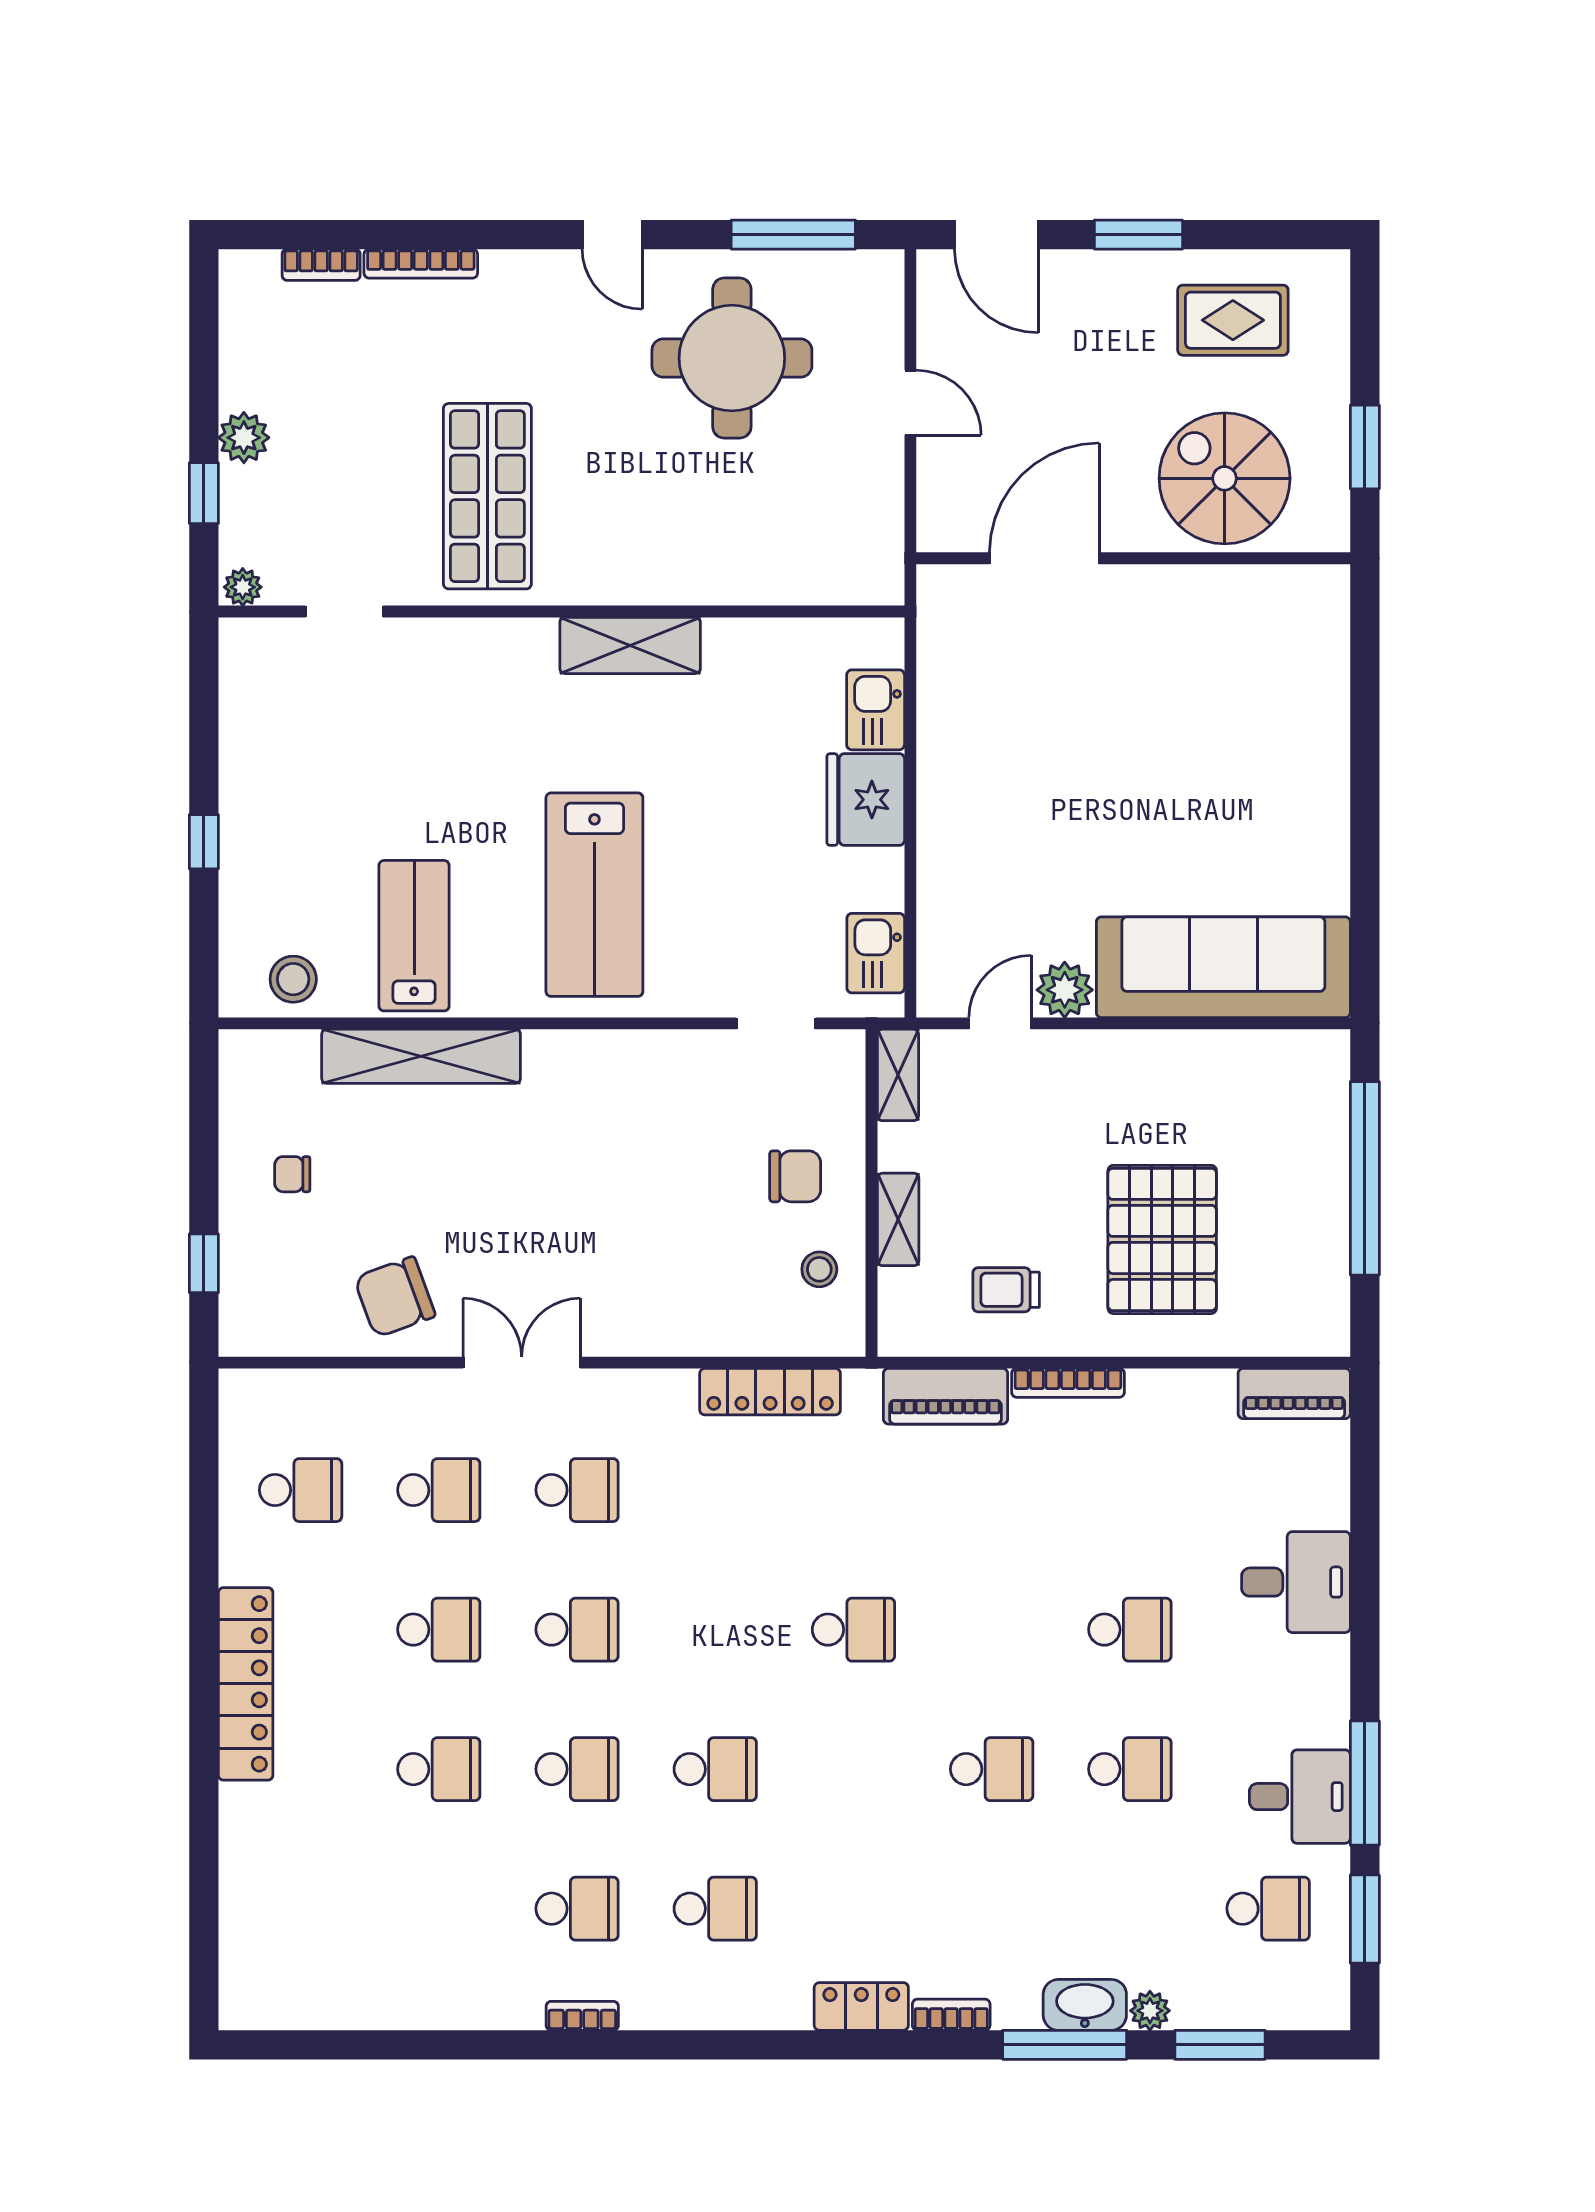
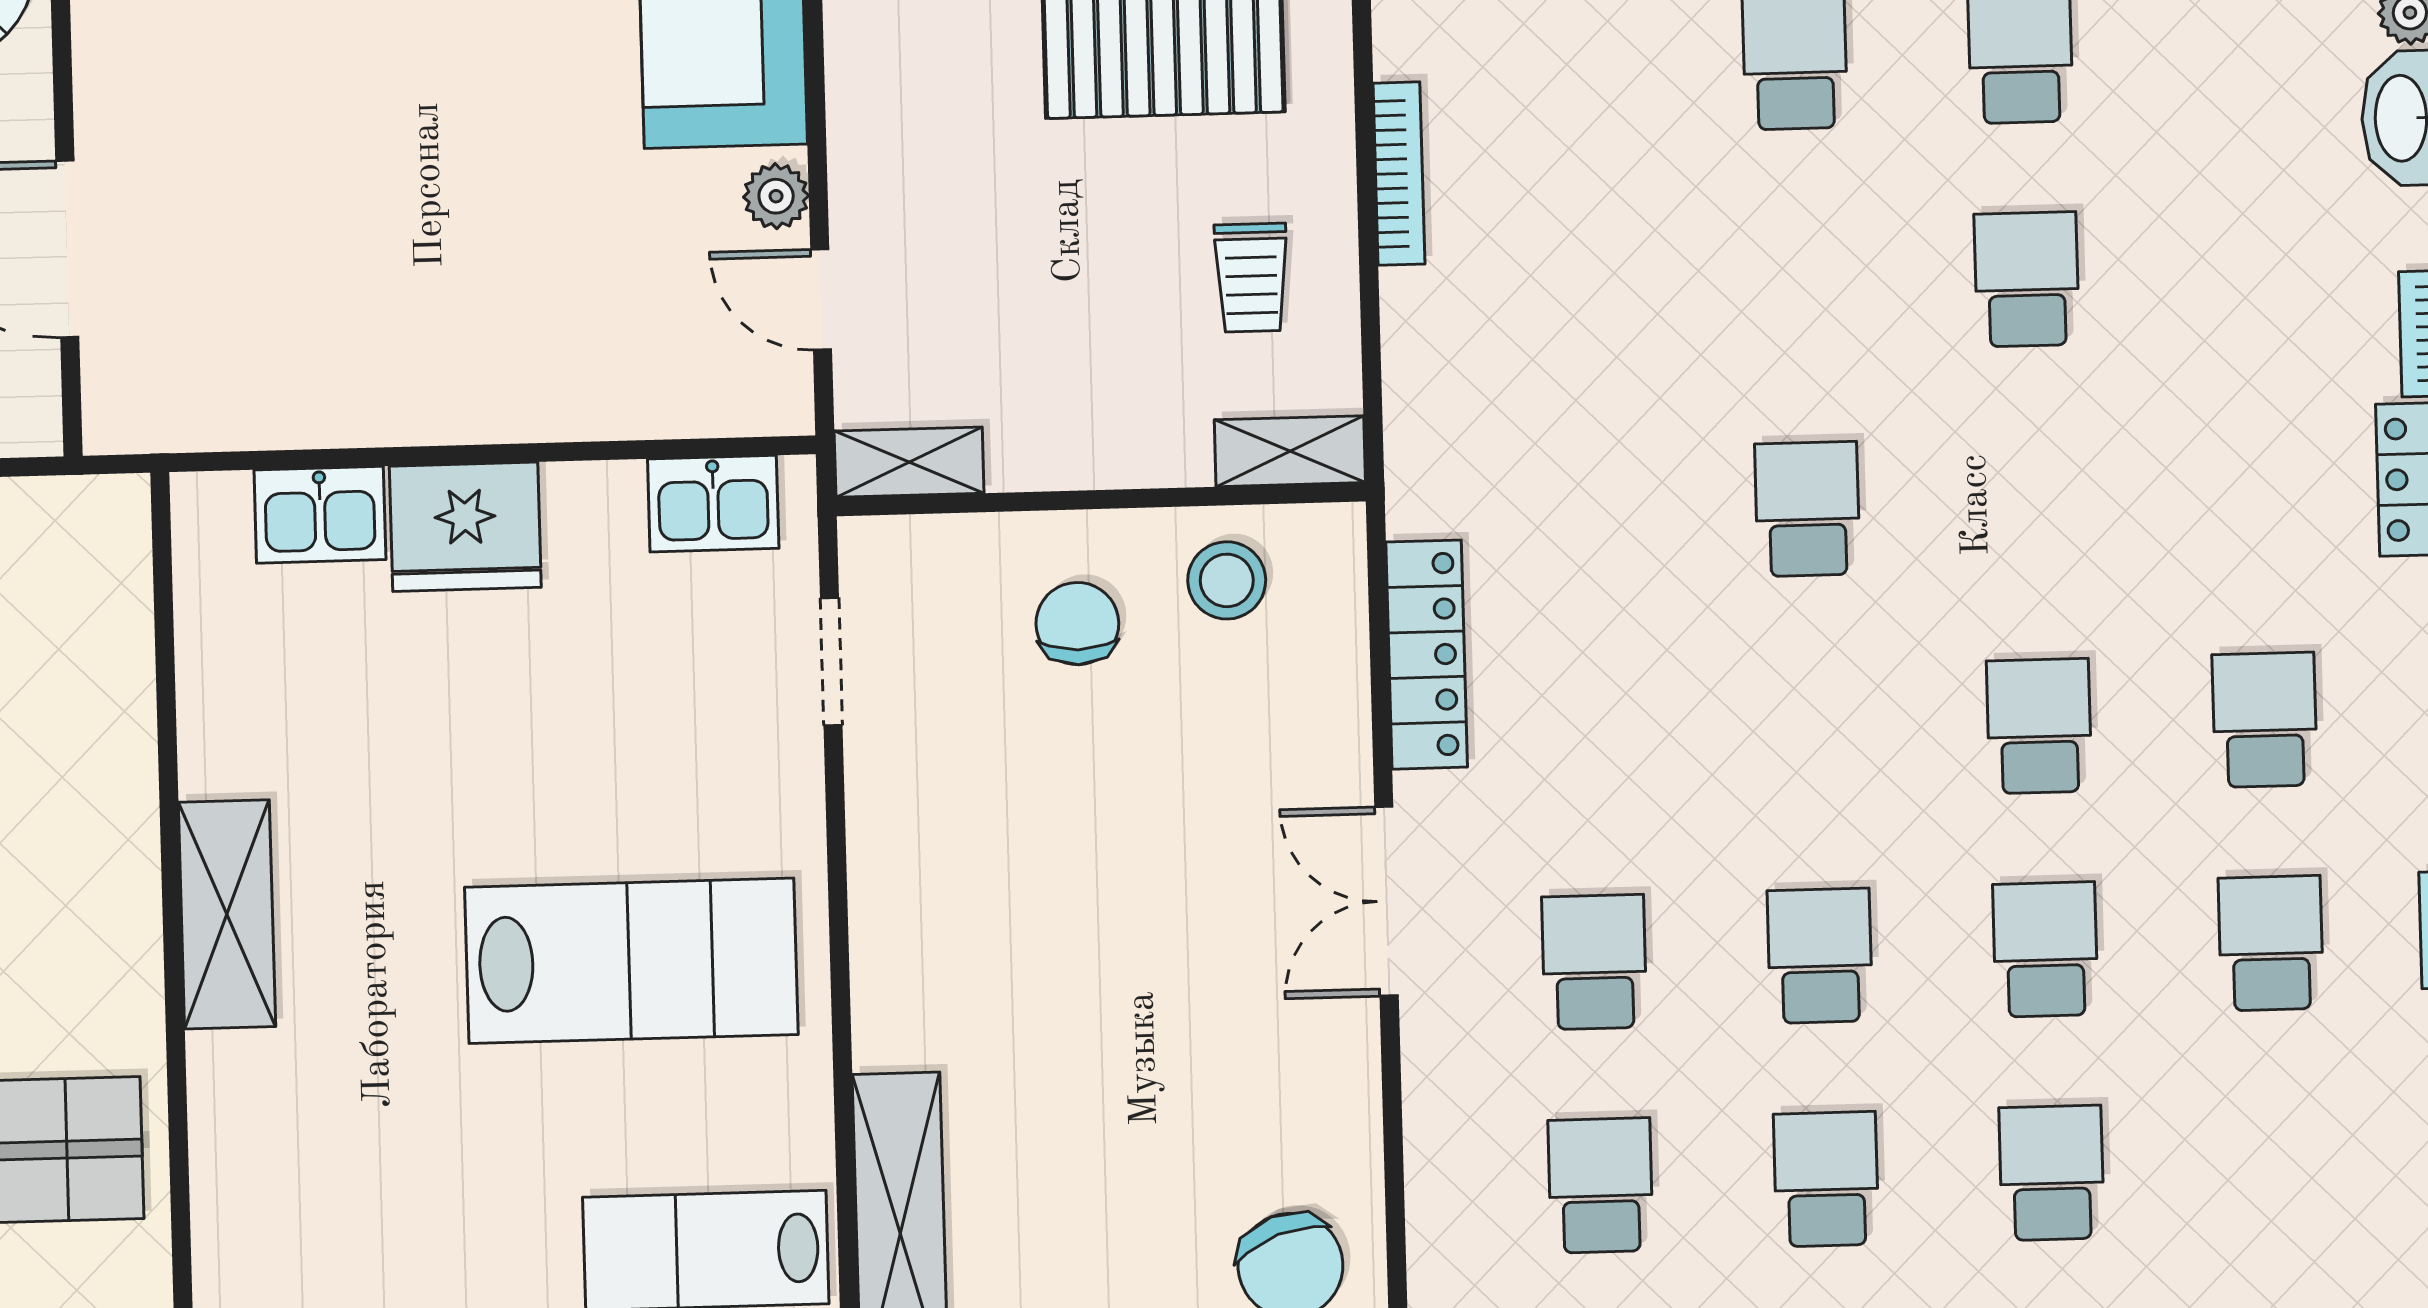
plant: (1065, 990) -> (776, 196), width x0.73, depth x0.73
shelving: (898, 1219) -> (1290, 451), moved
stool: (819, 1269) -> (1227, 580), width x1.37, depth x1.37
double door: (522, 1363) -> (1386, 901), moved
piano: (945, 1396) -> (1426, 371), removed

